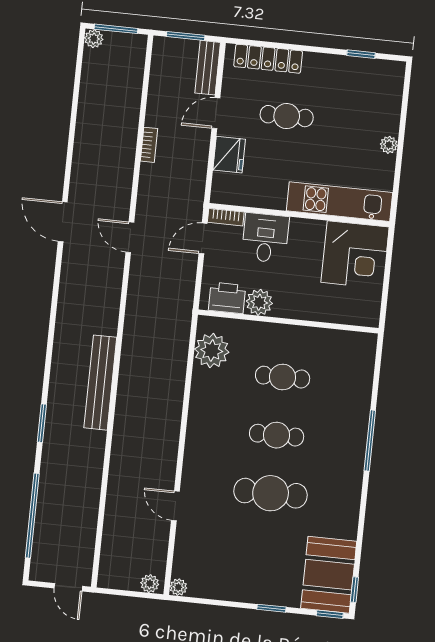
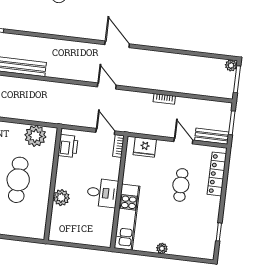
fridge: (229, 155) -> (145, 147), moved
door: (63, 222) -> (117, 44), hinge flipped
door: (130, 237) -> (107, 86), hinge flipped
desk: (265, 238) -> (102, 193), moved
corner desk: (355, 255) -> (94, 226), removed
plant: (259, 302) -> (61, 198), moved
cafe table: (283, 377) -> (18, 180), width x1.37, depth x1.35

